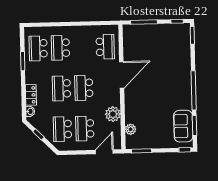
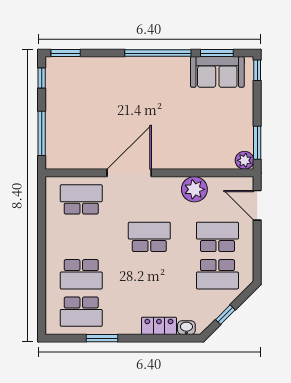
door: (122, 75) -> (129, 173), hinge flipped
school desk: (61, 88) -> (149, 274), removed
school desk: (84, 88) -> (149, 237), turned 180
school desk: (85, 129) -> (217, 237), turned 180
plant: (131, 129) -> (244, 160), moved

